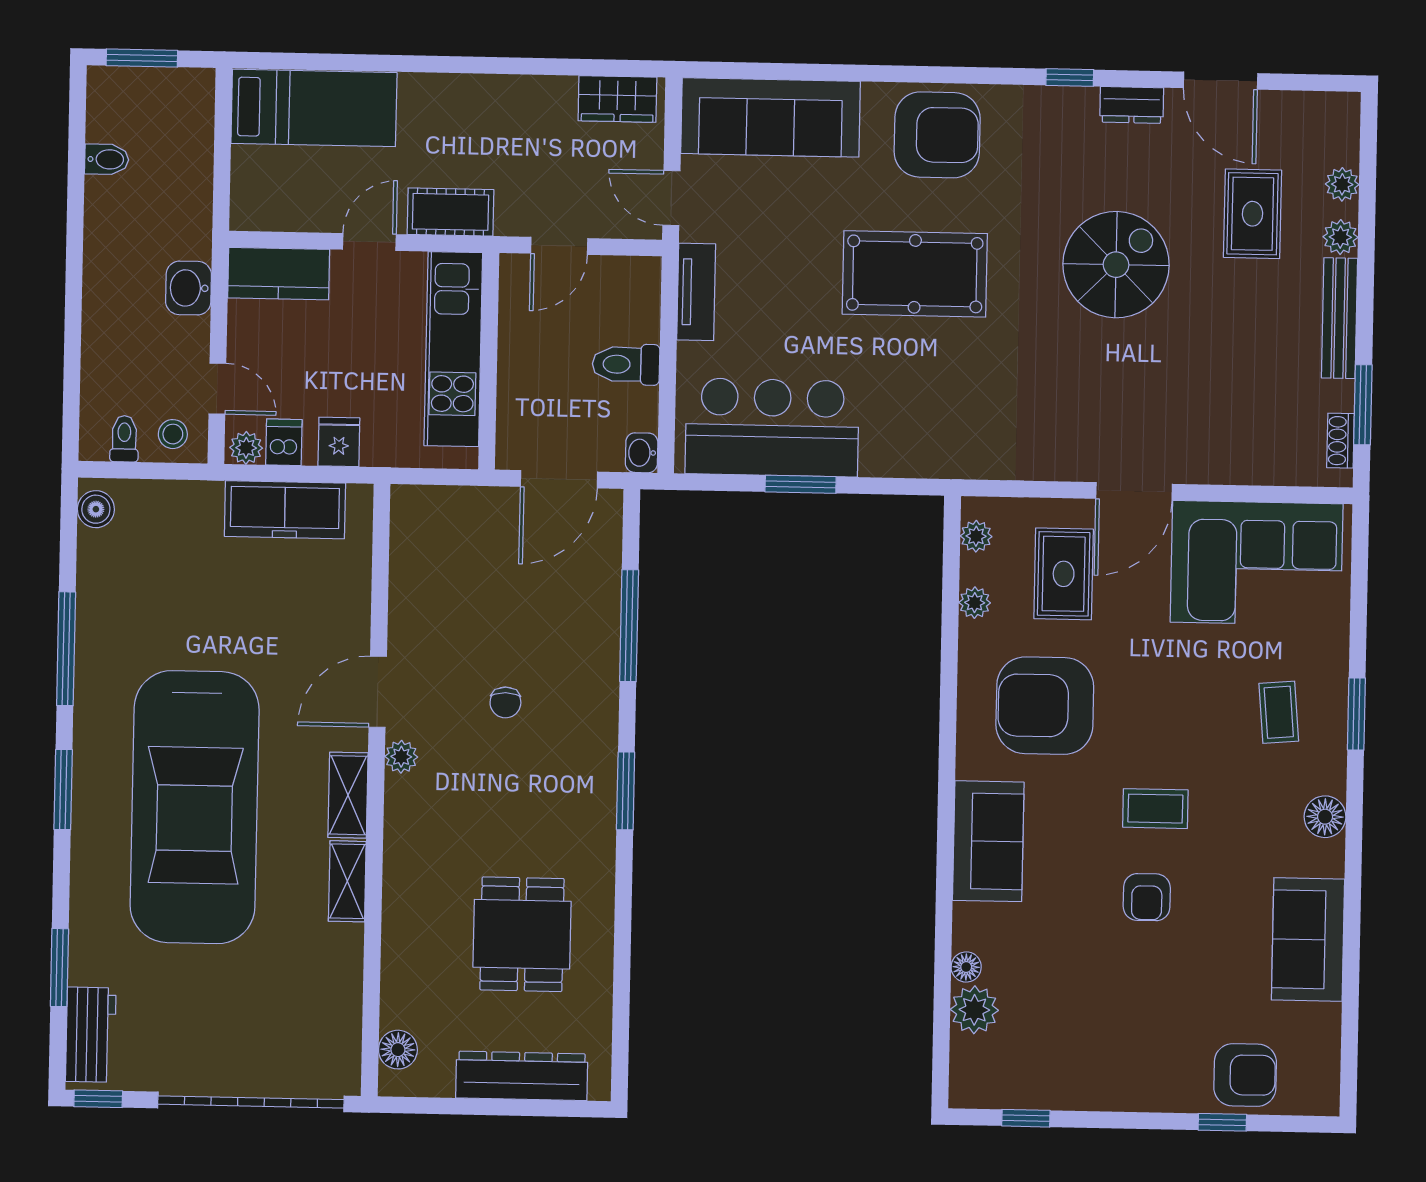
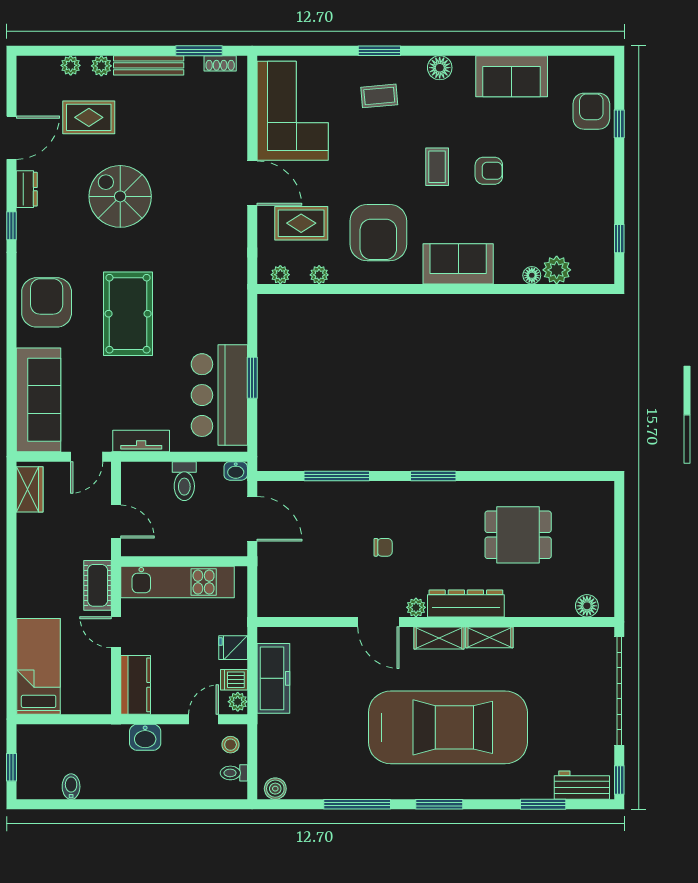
window: (142, 58) -> (12, 767), width x0.67
dresser: (522, 1076) -> (466, 603), moved, turned 90

